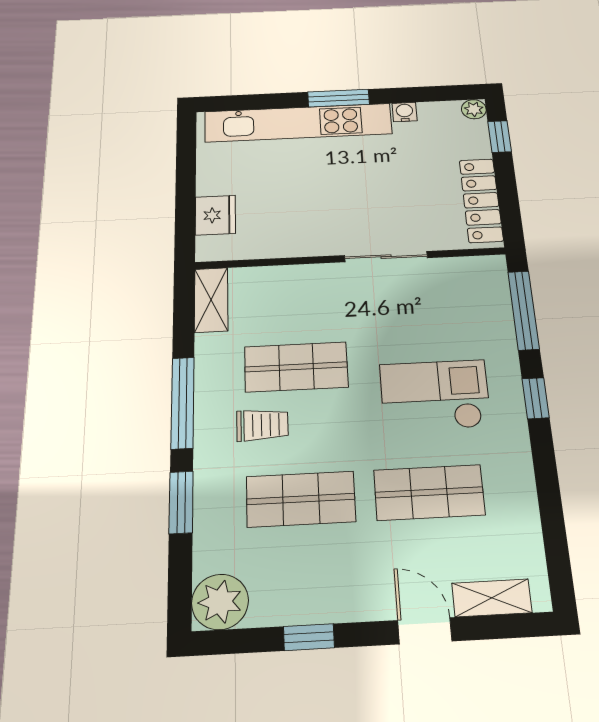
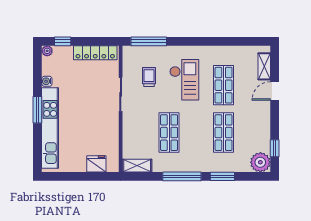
checkout: (435, 395) -> (184, 80), turned 180
window: (536, 398) -> (188, 41), removed
trolley: (262, 425) -> (149, 77), moved
window: (309, 637) -> (275, 148), moved

